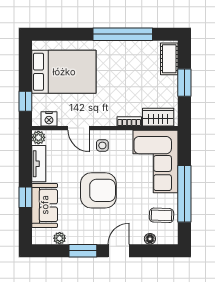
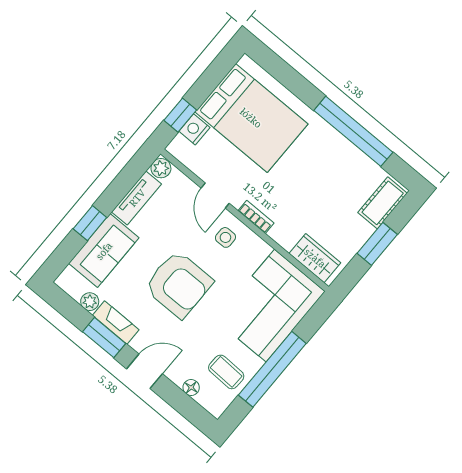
nightstand: (49, 119) -> (194, 129), moved, turned 90
bookcase: (129, 121) -> (256, 217), moved
fireplace: (82, 238) -> (116, 323), added

